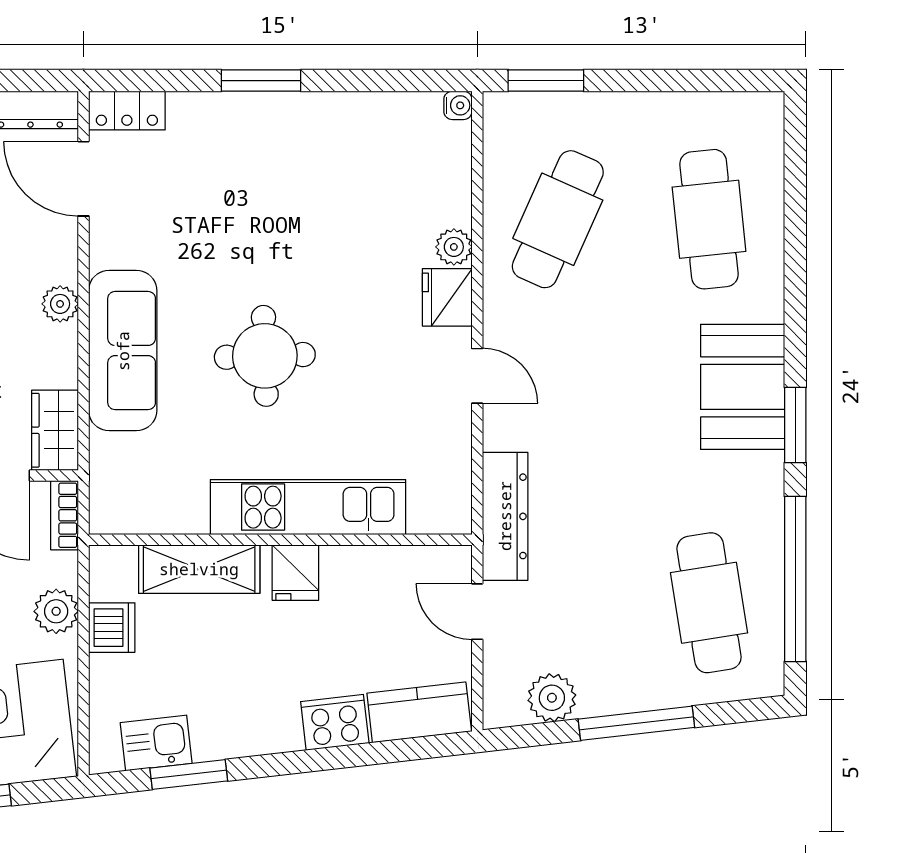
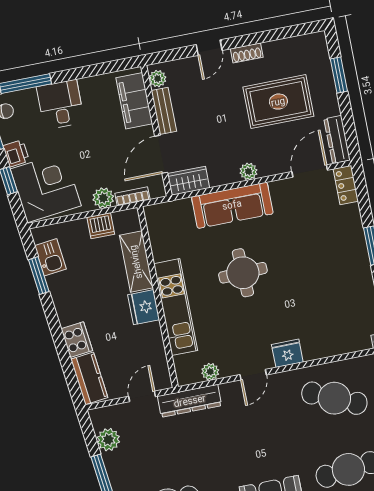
plant: (454, 247) -> (210, 372), moved
bookcase: (64, 515) -> (132, 196), moved
fridge: (295, 573) -> (144, 307), width x1.38

